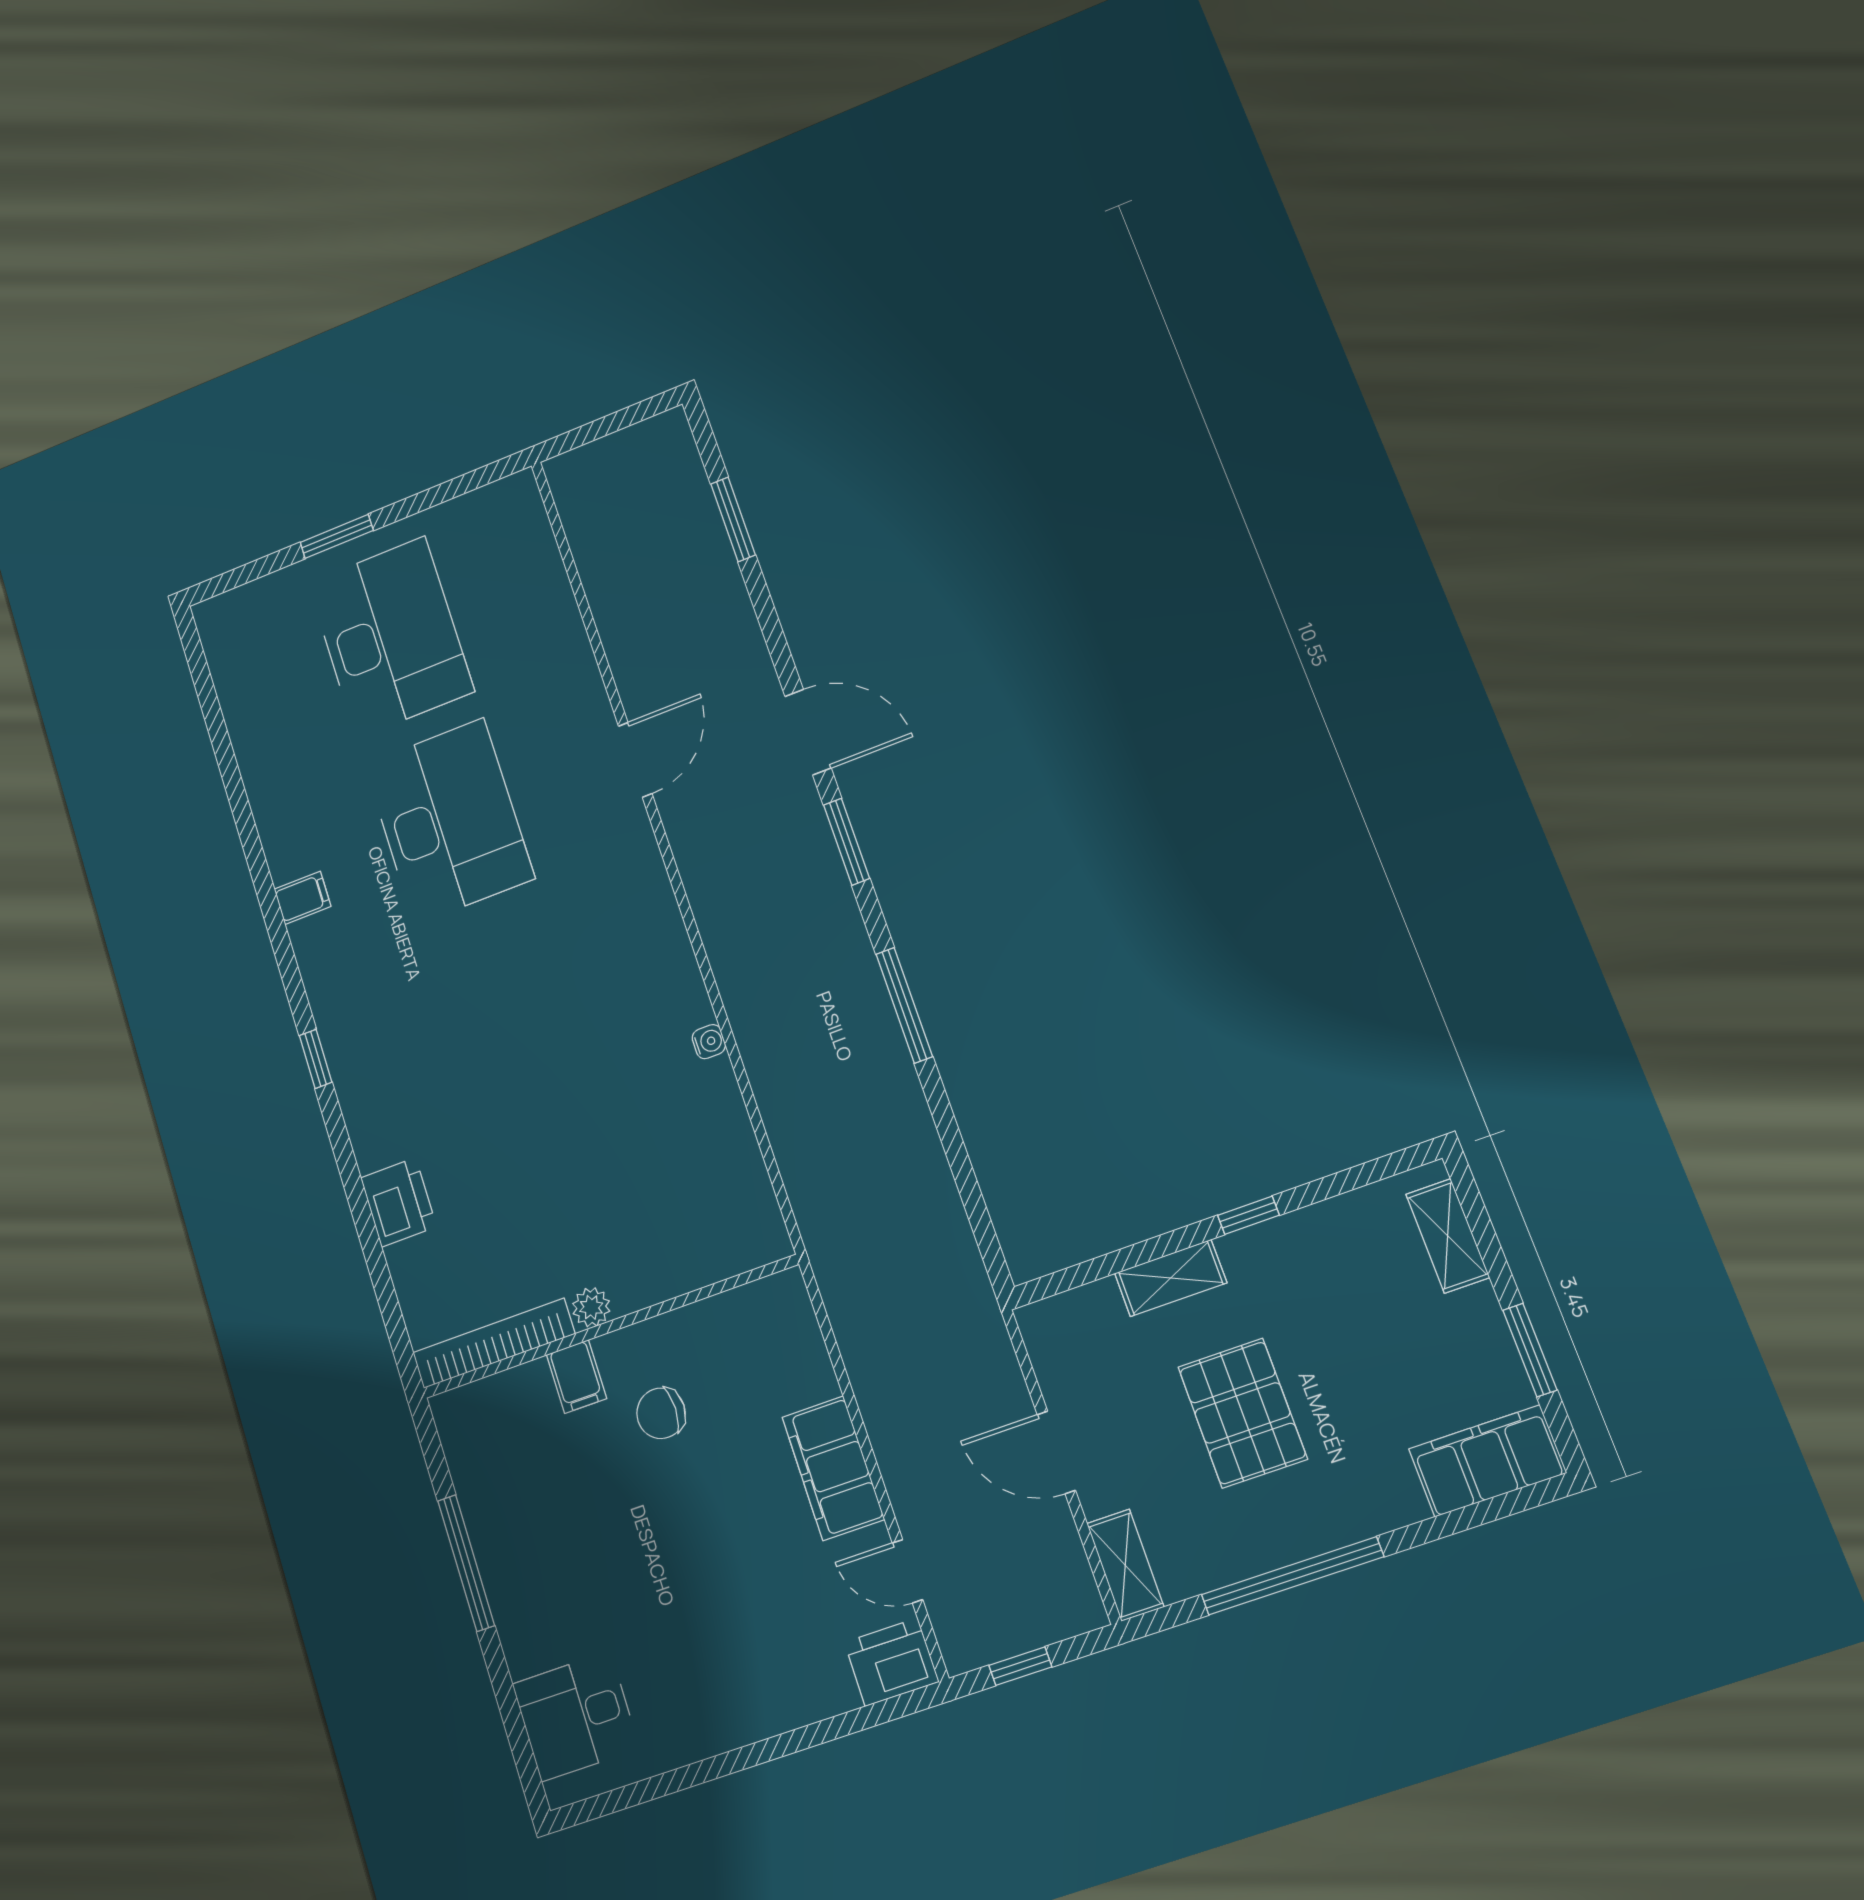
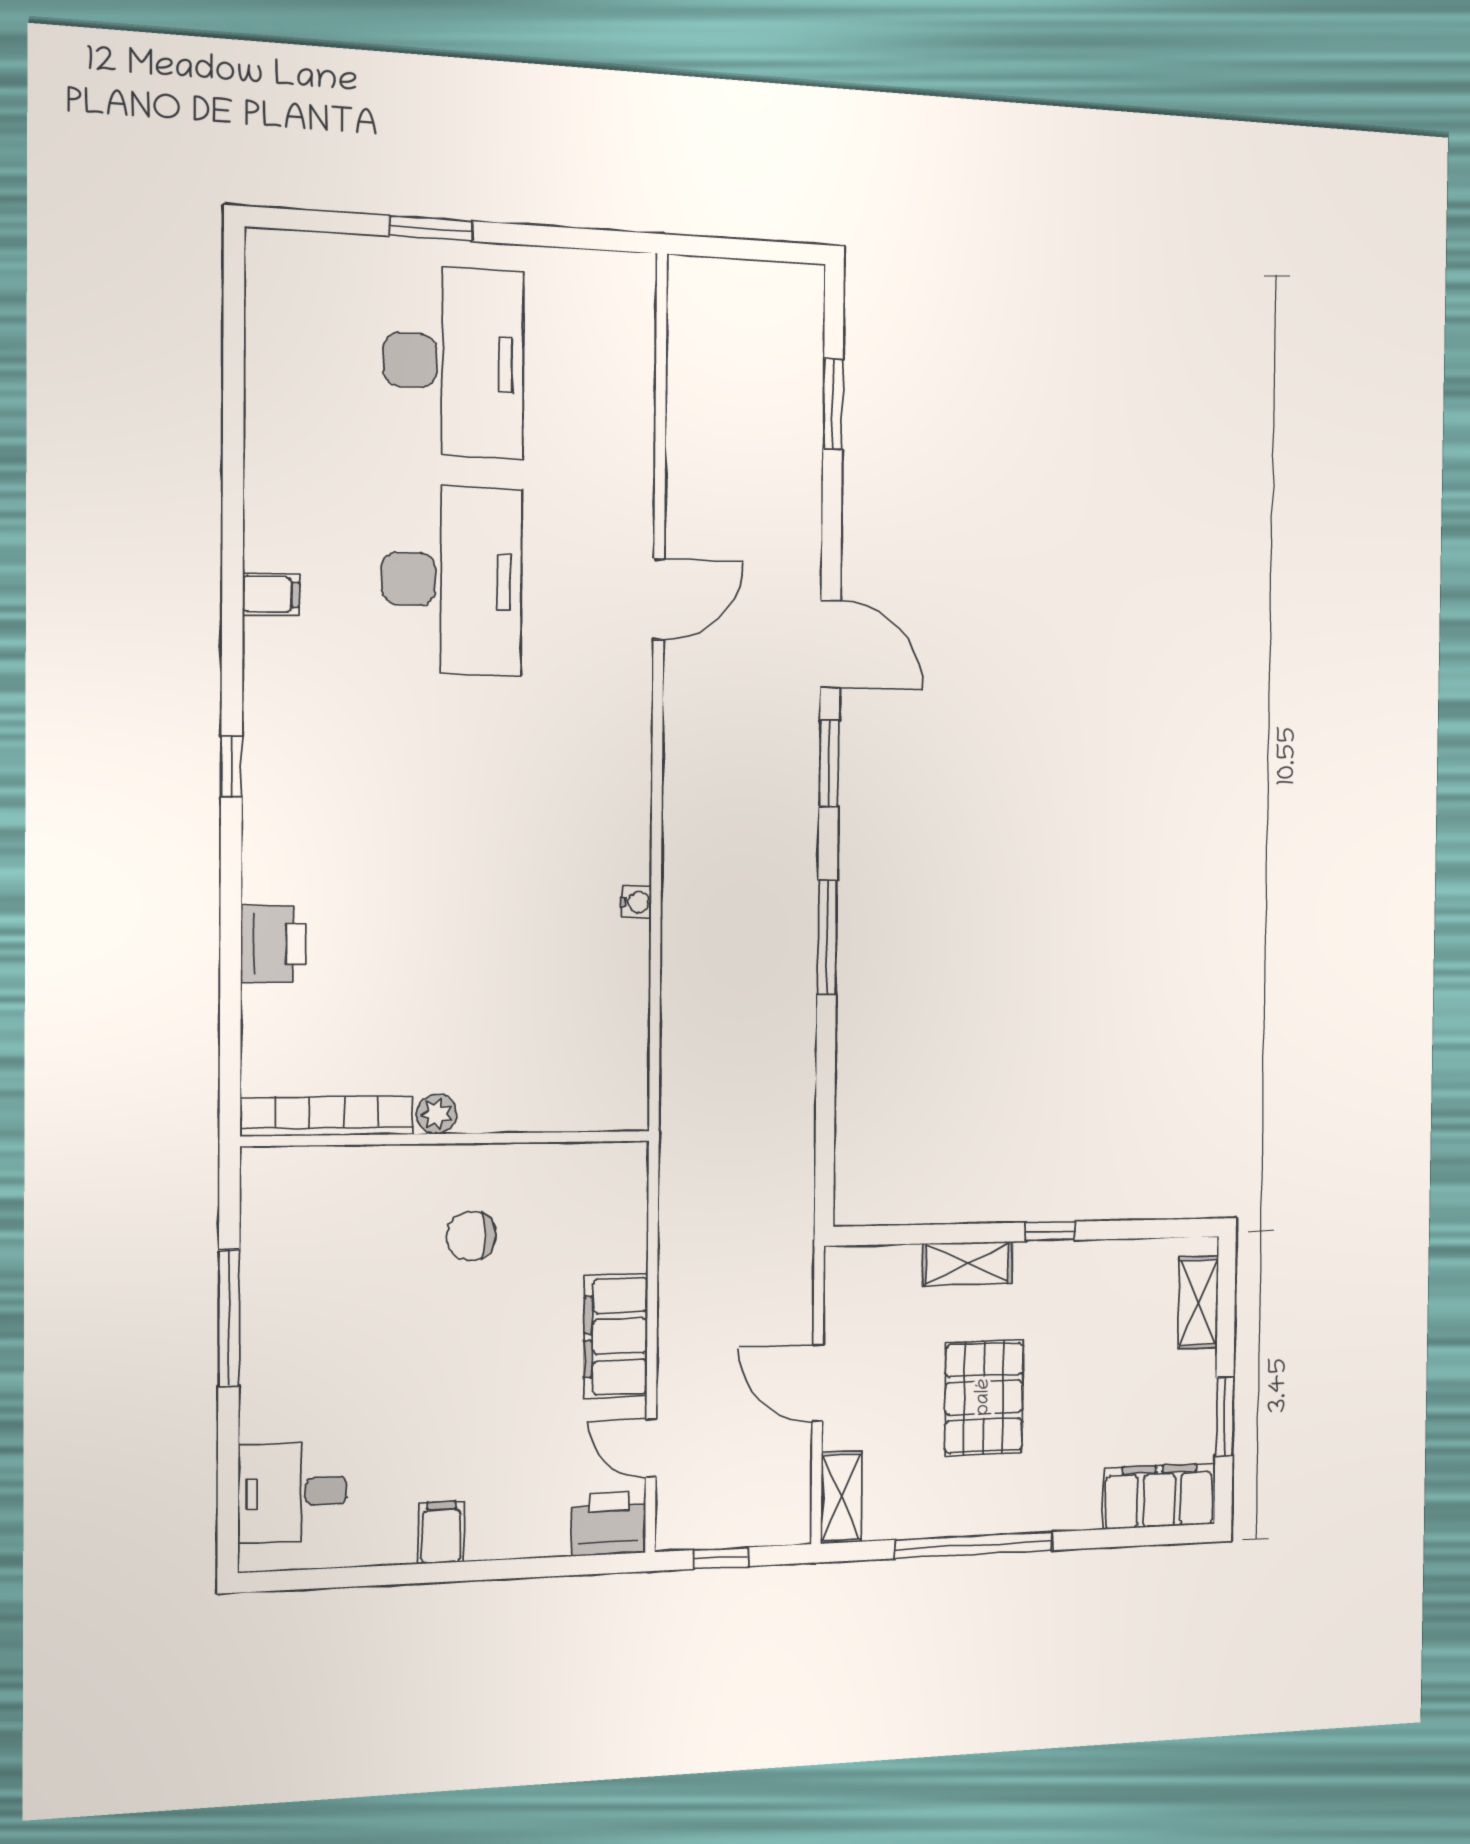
filing cabinet: (576, 1377) -> (441, 1532), moved, turned 180

